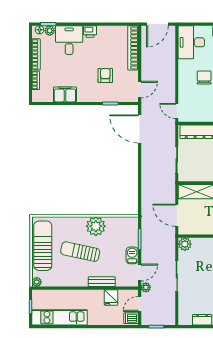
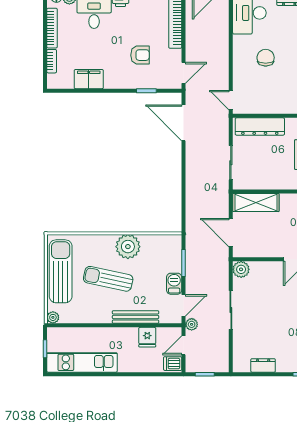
armchair: (105, 75) -> (140, 55), turned 90
bench: (102, 282) -> (136, 317), width x1.36

